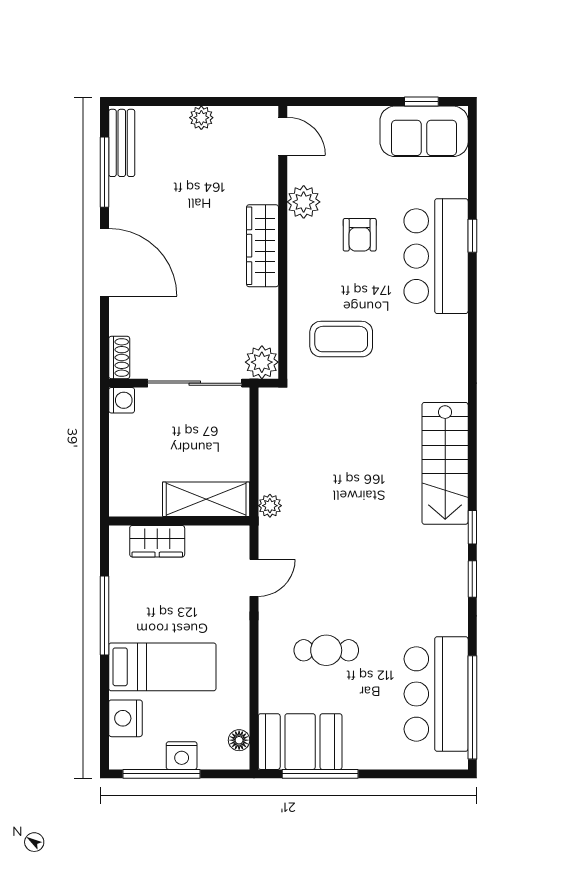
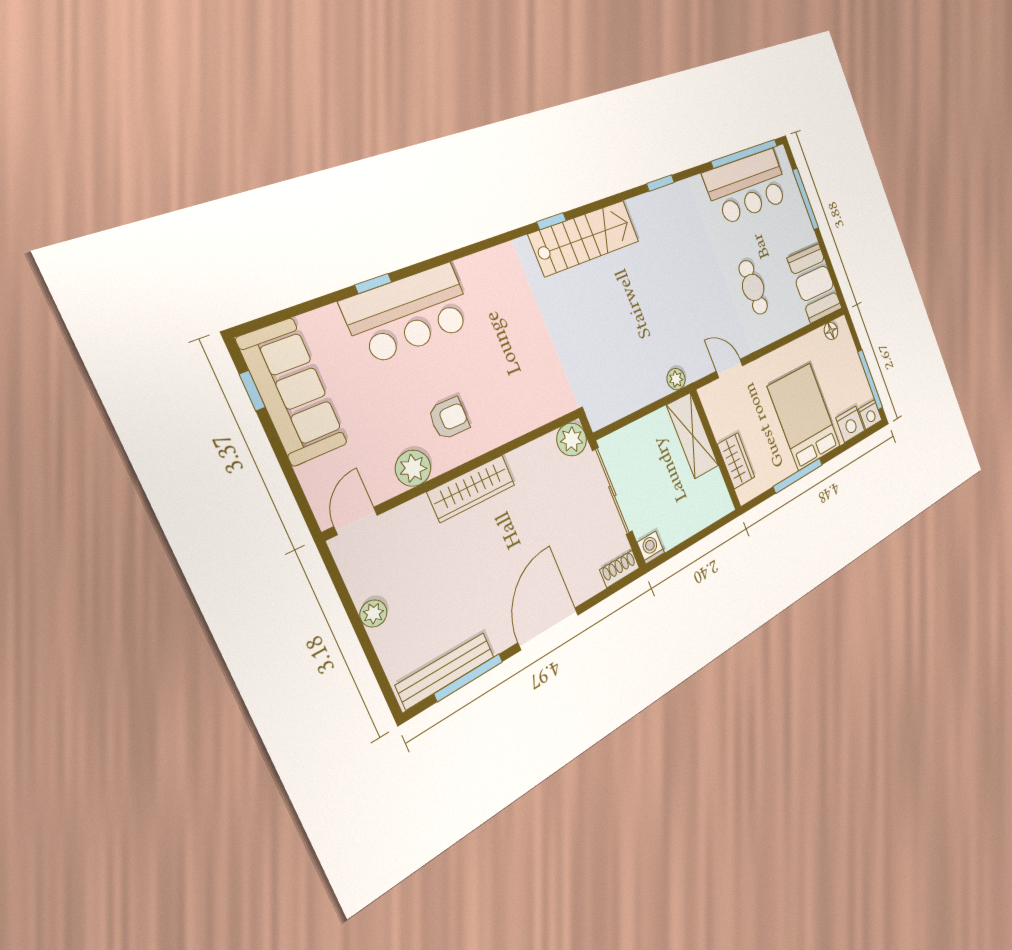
sofa: (424, 131) -> (292, 392), width x1.36
bench: (122, 143) -> (445, 671), width x1.36
armchair: (360, 235) -> (449, 418), moved
coffee table: (341, 339) -> (523, 375), removed
window: (472, 527) -> (552, 221), moved
bed: (162, 667) -> (804, 417), width x1.50
nightstand: (182, 756) -> (870, 415), moved, turned 90
window: (320, 774) -> (806, 199), moved

